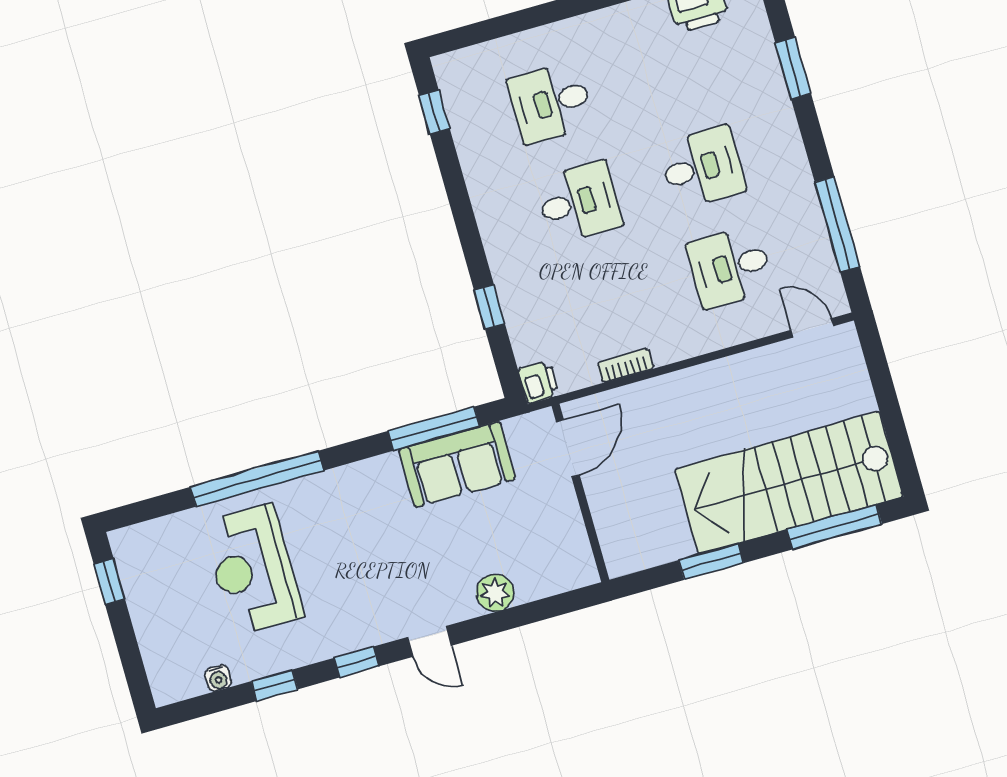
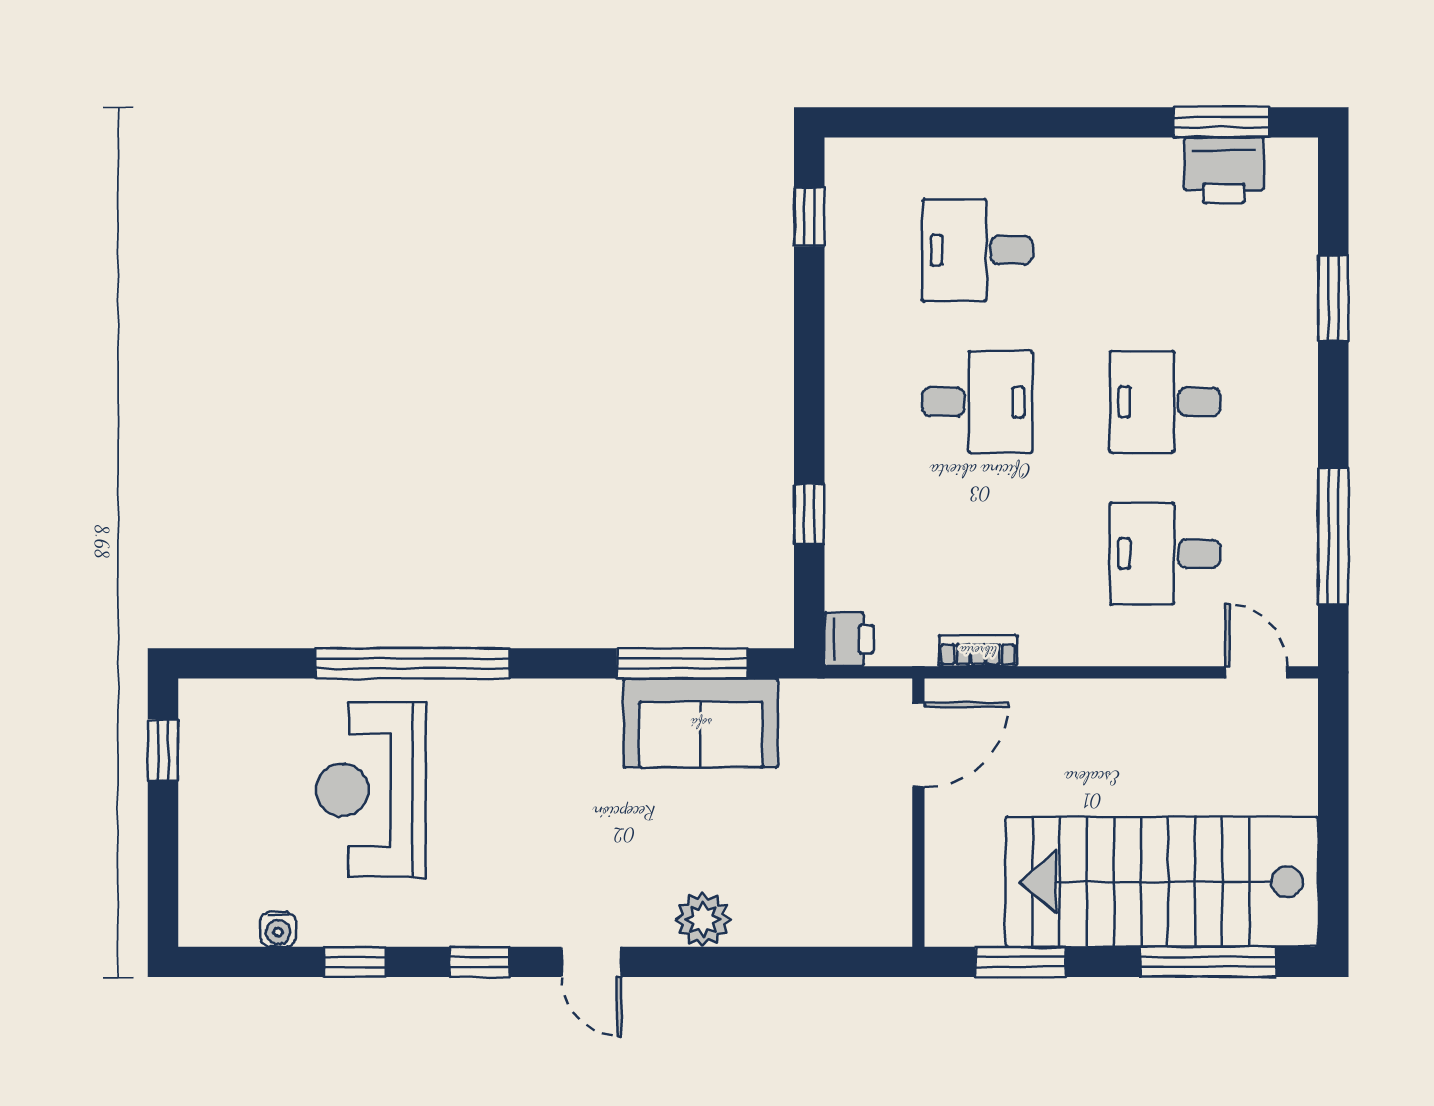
desk: (702, 167) -> (1165, 402), turned 180
door: (568, 448) -> (918, 745), moved
wall: (580, 493) -> (918, 813), moved

